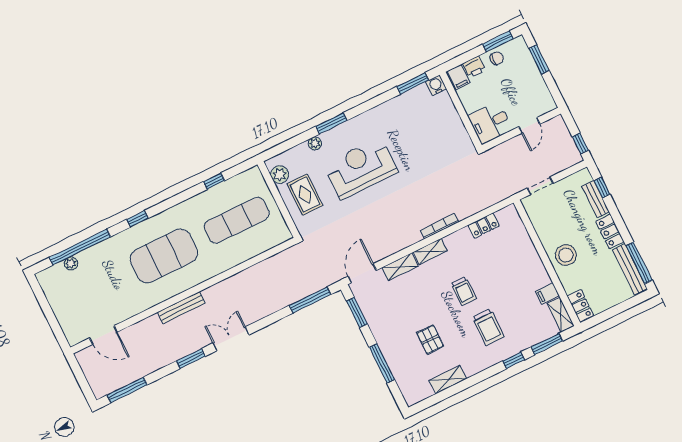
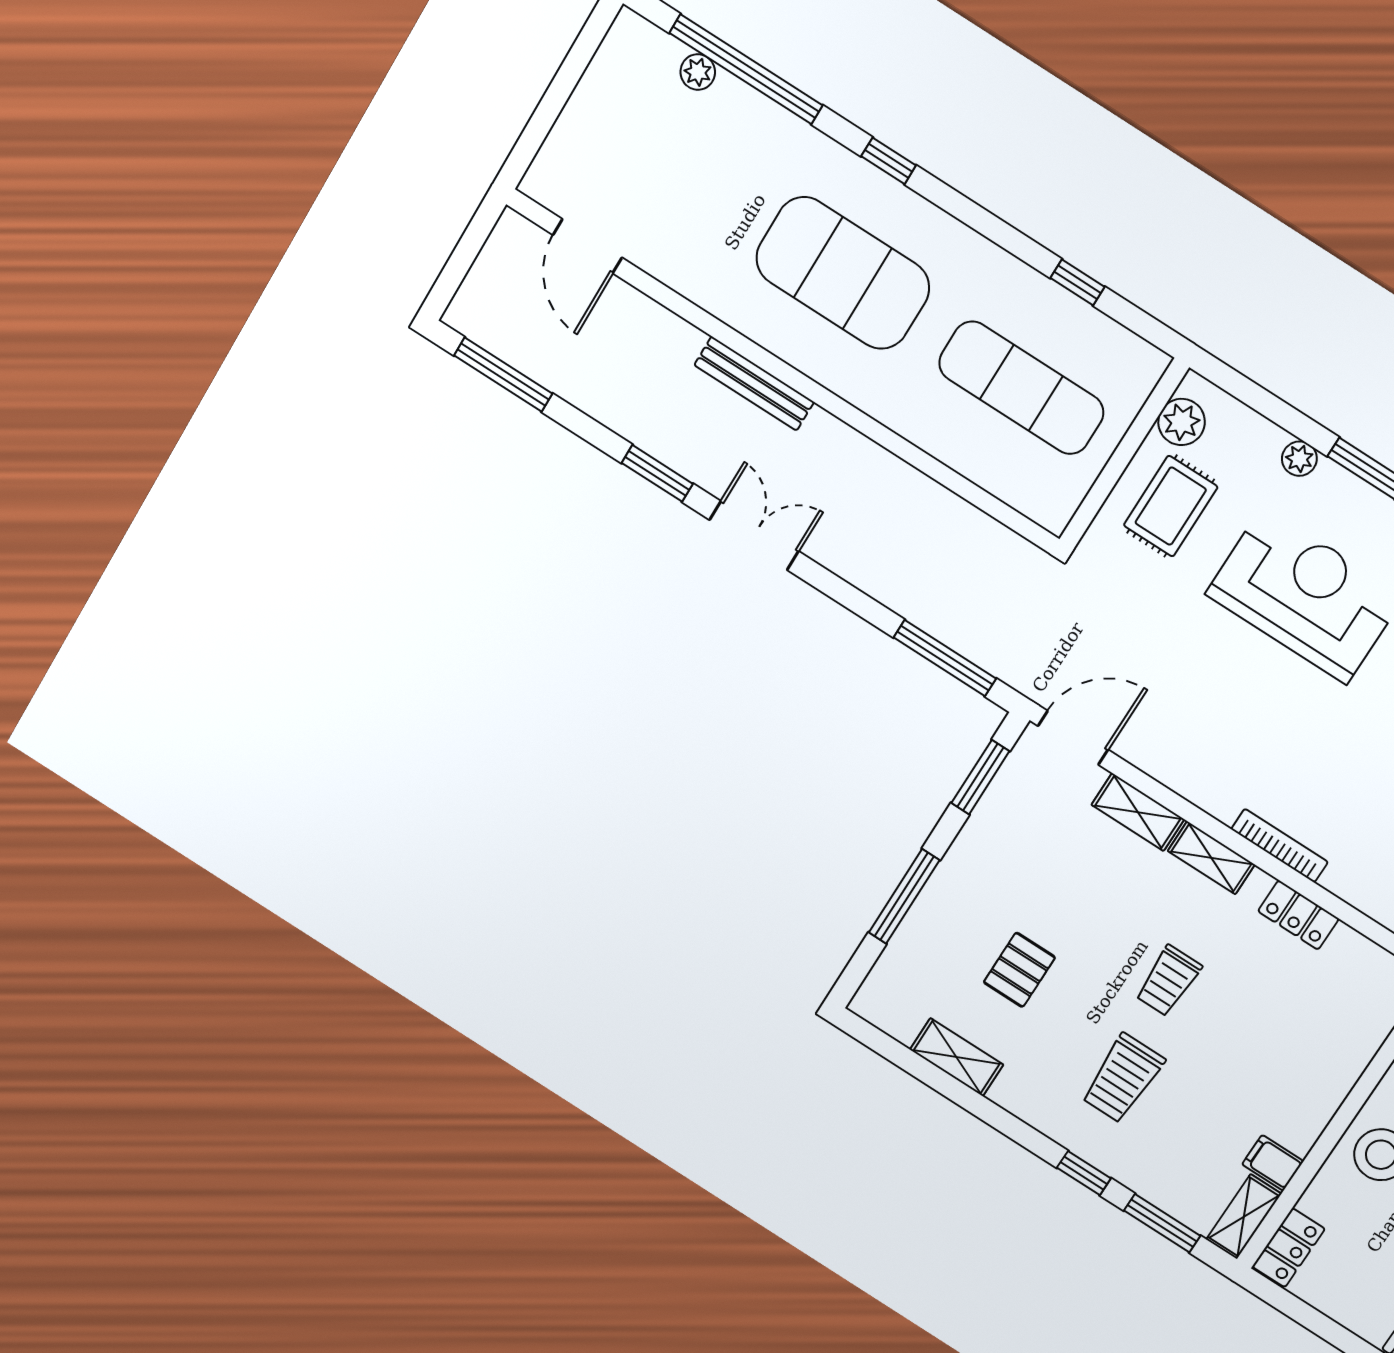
locker: (484, 226) -> (1298, 915), moved

